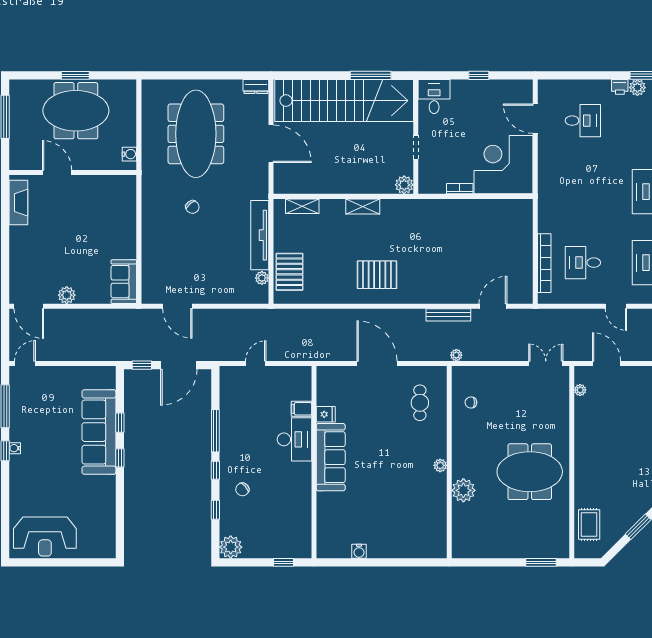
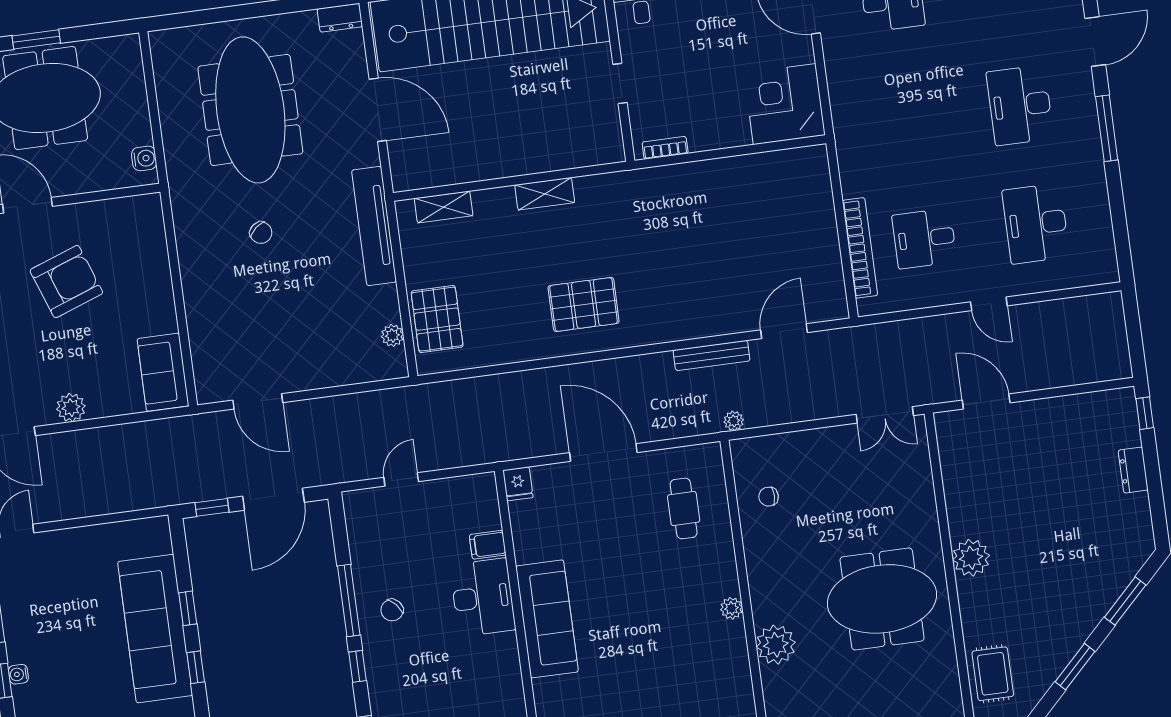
corner desk: (503, 165) -> (785, 104), width x0.74, depth x0.74
plant: (404, 185) -> (609, 149), removed
bookcase: (460, 189) -> (665, 148), moved
armchair: (74, 221) -> (66, 282), added
tv unit: (260, 235) -> (374, 226), moved
double door: (546, 363) -> (885, 415), swing flipped
plant: (580, 390) -> (971, 558), moved, width x1.88, depth x1.88
fridge: (326, 414) -> (518, 484), moved, turned 90
chair: (242, 489) -> (392, 610), moved

